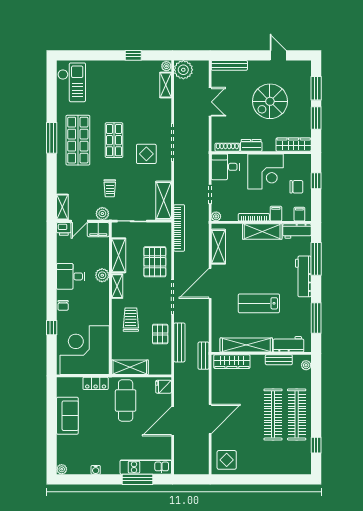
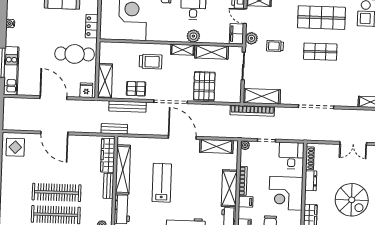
spiral stairs: (270, 101) -> (352, 200), turned 180
display table: (146, 154) -> (306, 82), removed
bookcase: (179, 228) -> (252, 111), moved
pallet: (155, 262) -> (204, 86), turned 90
bench: (279, 360) -> (108, 186), moved
shelving: (130, 367) -> (105, 81), moved

